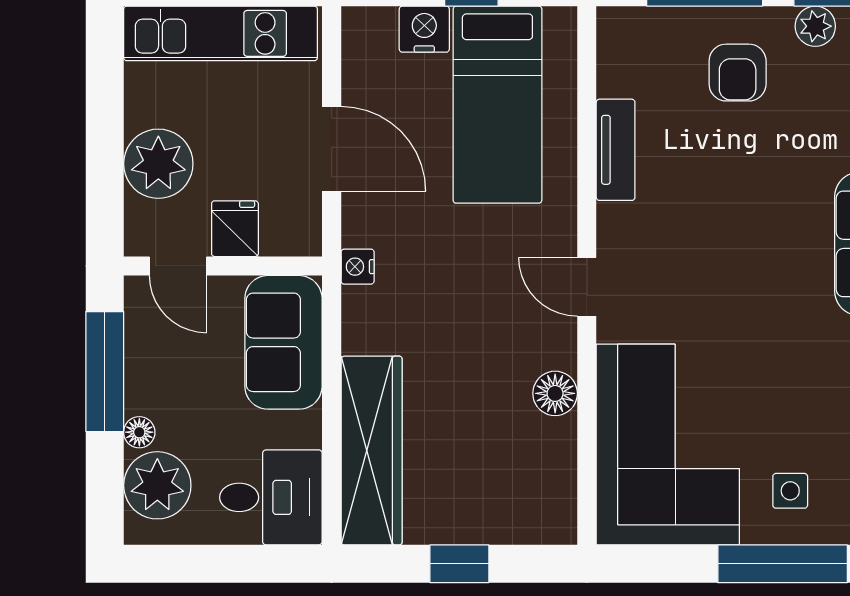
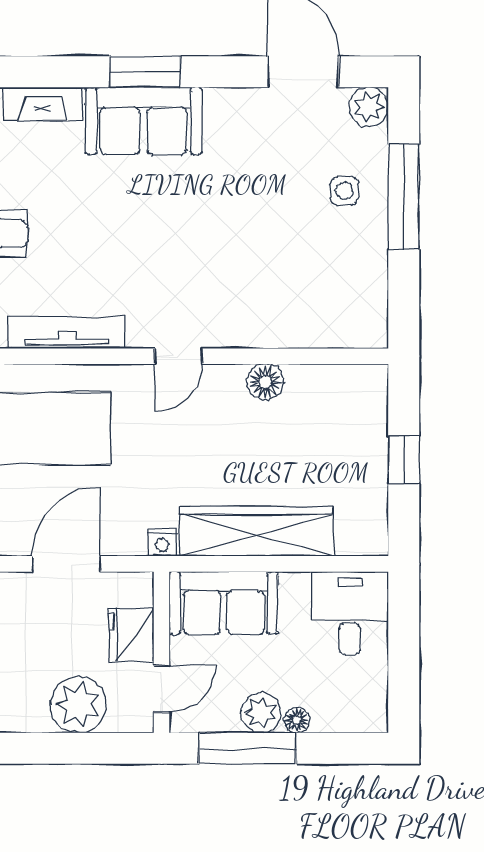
tv unit: (616, 150) -> (67, 333), width x1.41
fridge: (235, 229) -> (131, 635), width x1.38
corner sofa: (668, 445) -> (307, 290), removed
wardrobe: (372, 451) -> (256, 531), moved
plant: (157, 485) -> (261, 713), moved, width x0.73, depth x0.73

